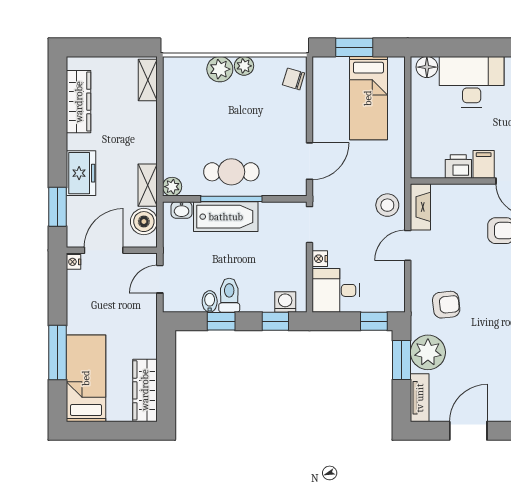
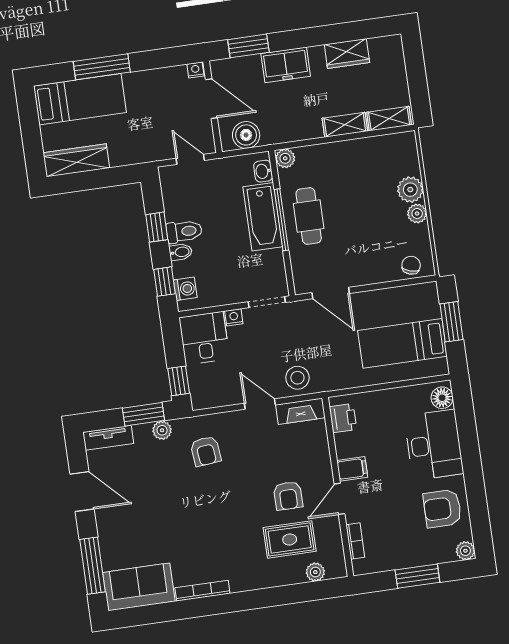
wardrobe: (79, 102) -> (347, 54), width x0.67
printer: (458, 166) -> (343, 418), moved
shelving: (148, 185) -> (345, 125), moved
bidet: (210, 301) -> (181, 252), moved
plant: (428, 352) -> (162, 430), width x0.53, depth x0.53

